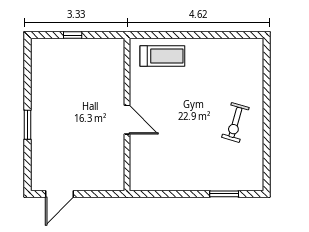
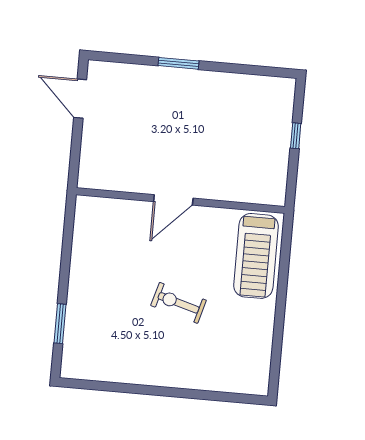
treadmill: (162, 56) -> (256, 256), width x1.37, depth x1.38
exercise bike: (235, 122) -> (179, 303), moved

